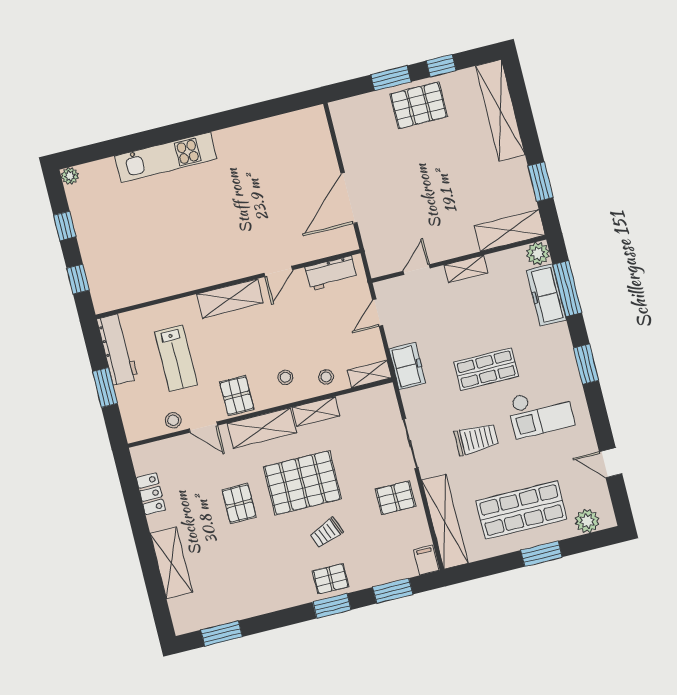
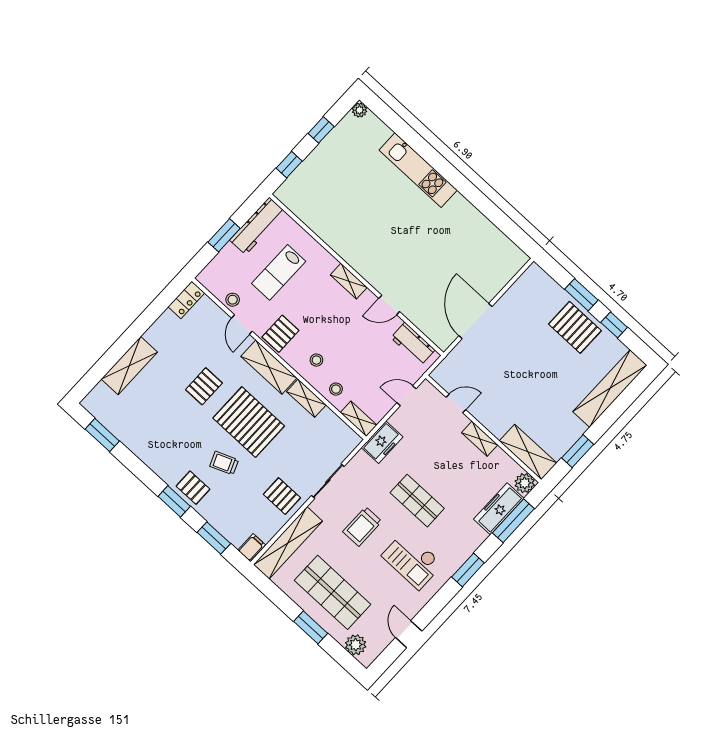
door: (349, 198) -> (475, 321), hinge flipped
shelving: (230, 299) -> (349, 281), width x0.67, depth x0.75
trolley: (476, 439) -> (362, 526), turned 90
locker: (151, 494) -> (186, 300), moved

